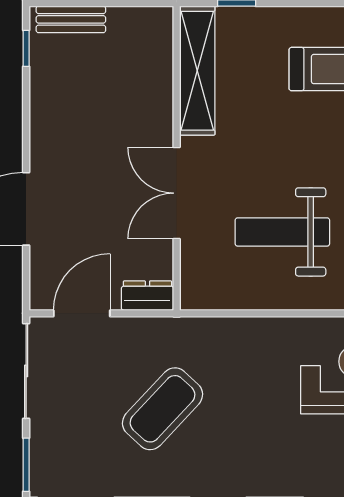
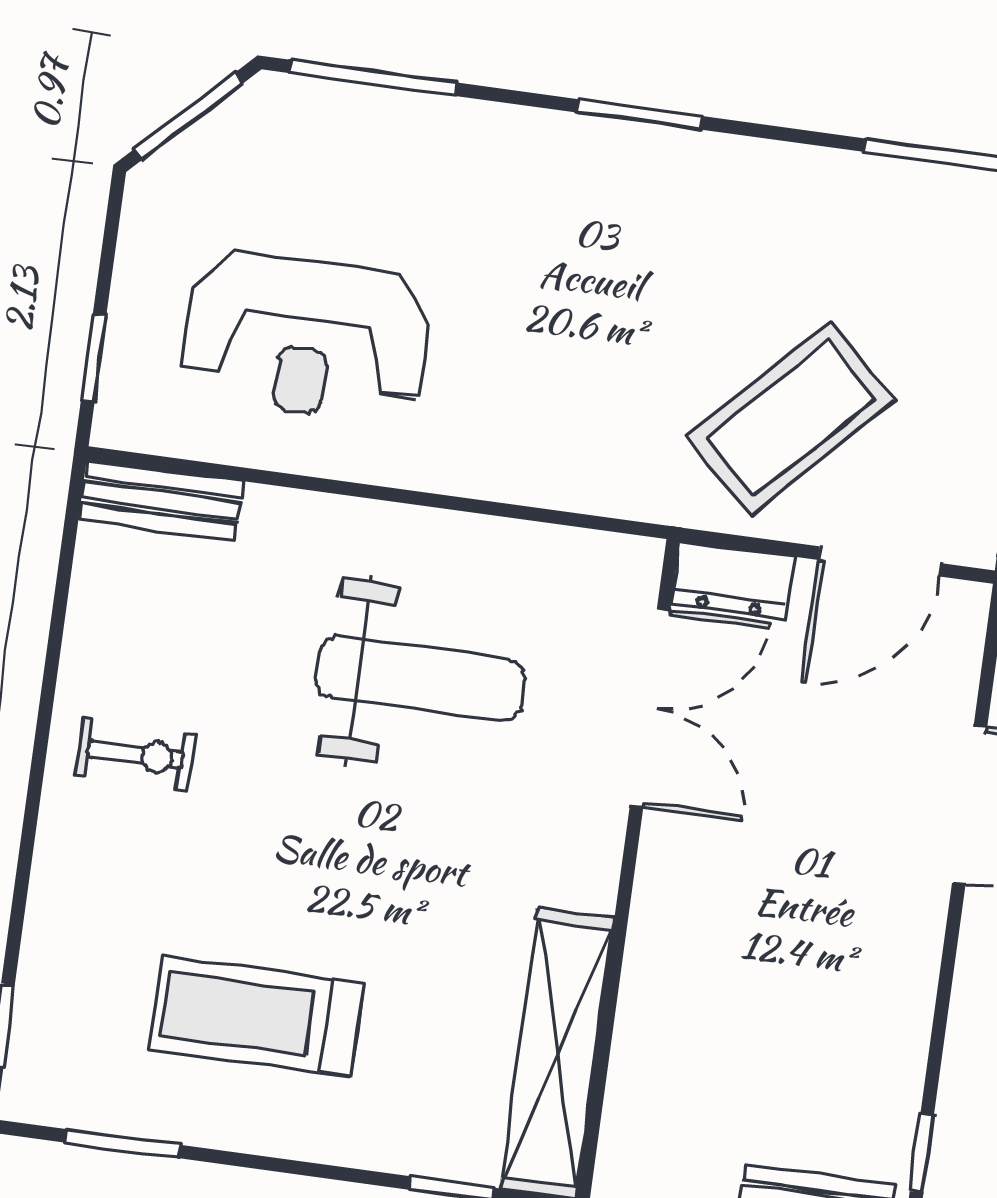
double door: (177, 193) -> (650, 708), moved
coffee table: (162, 409) -> (791, 418), moved

